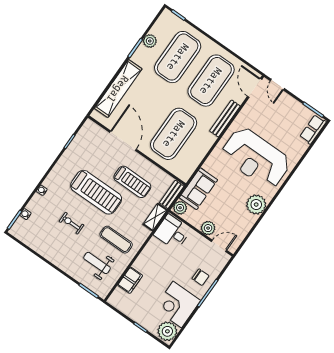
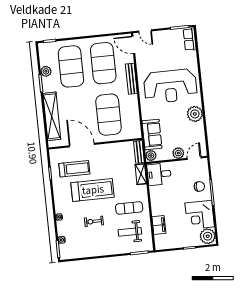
treadmill: (132, 182) -> (74, 169), moved

